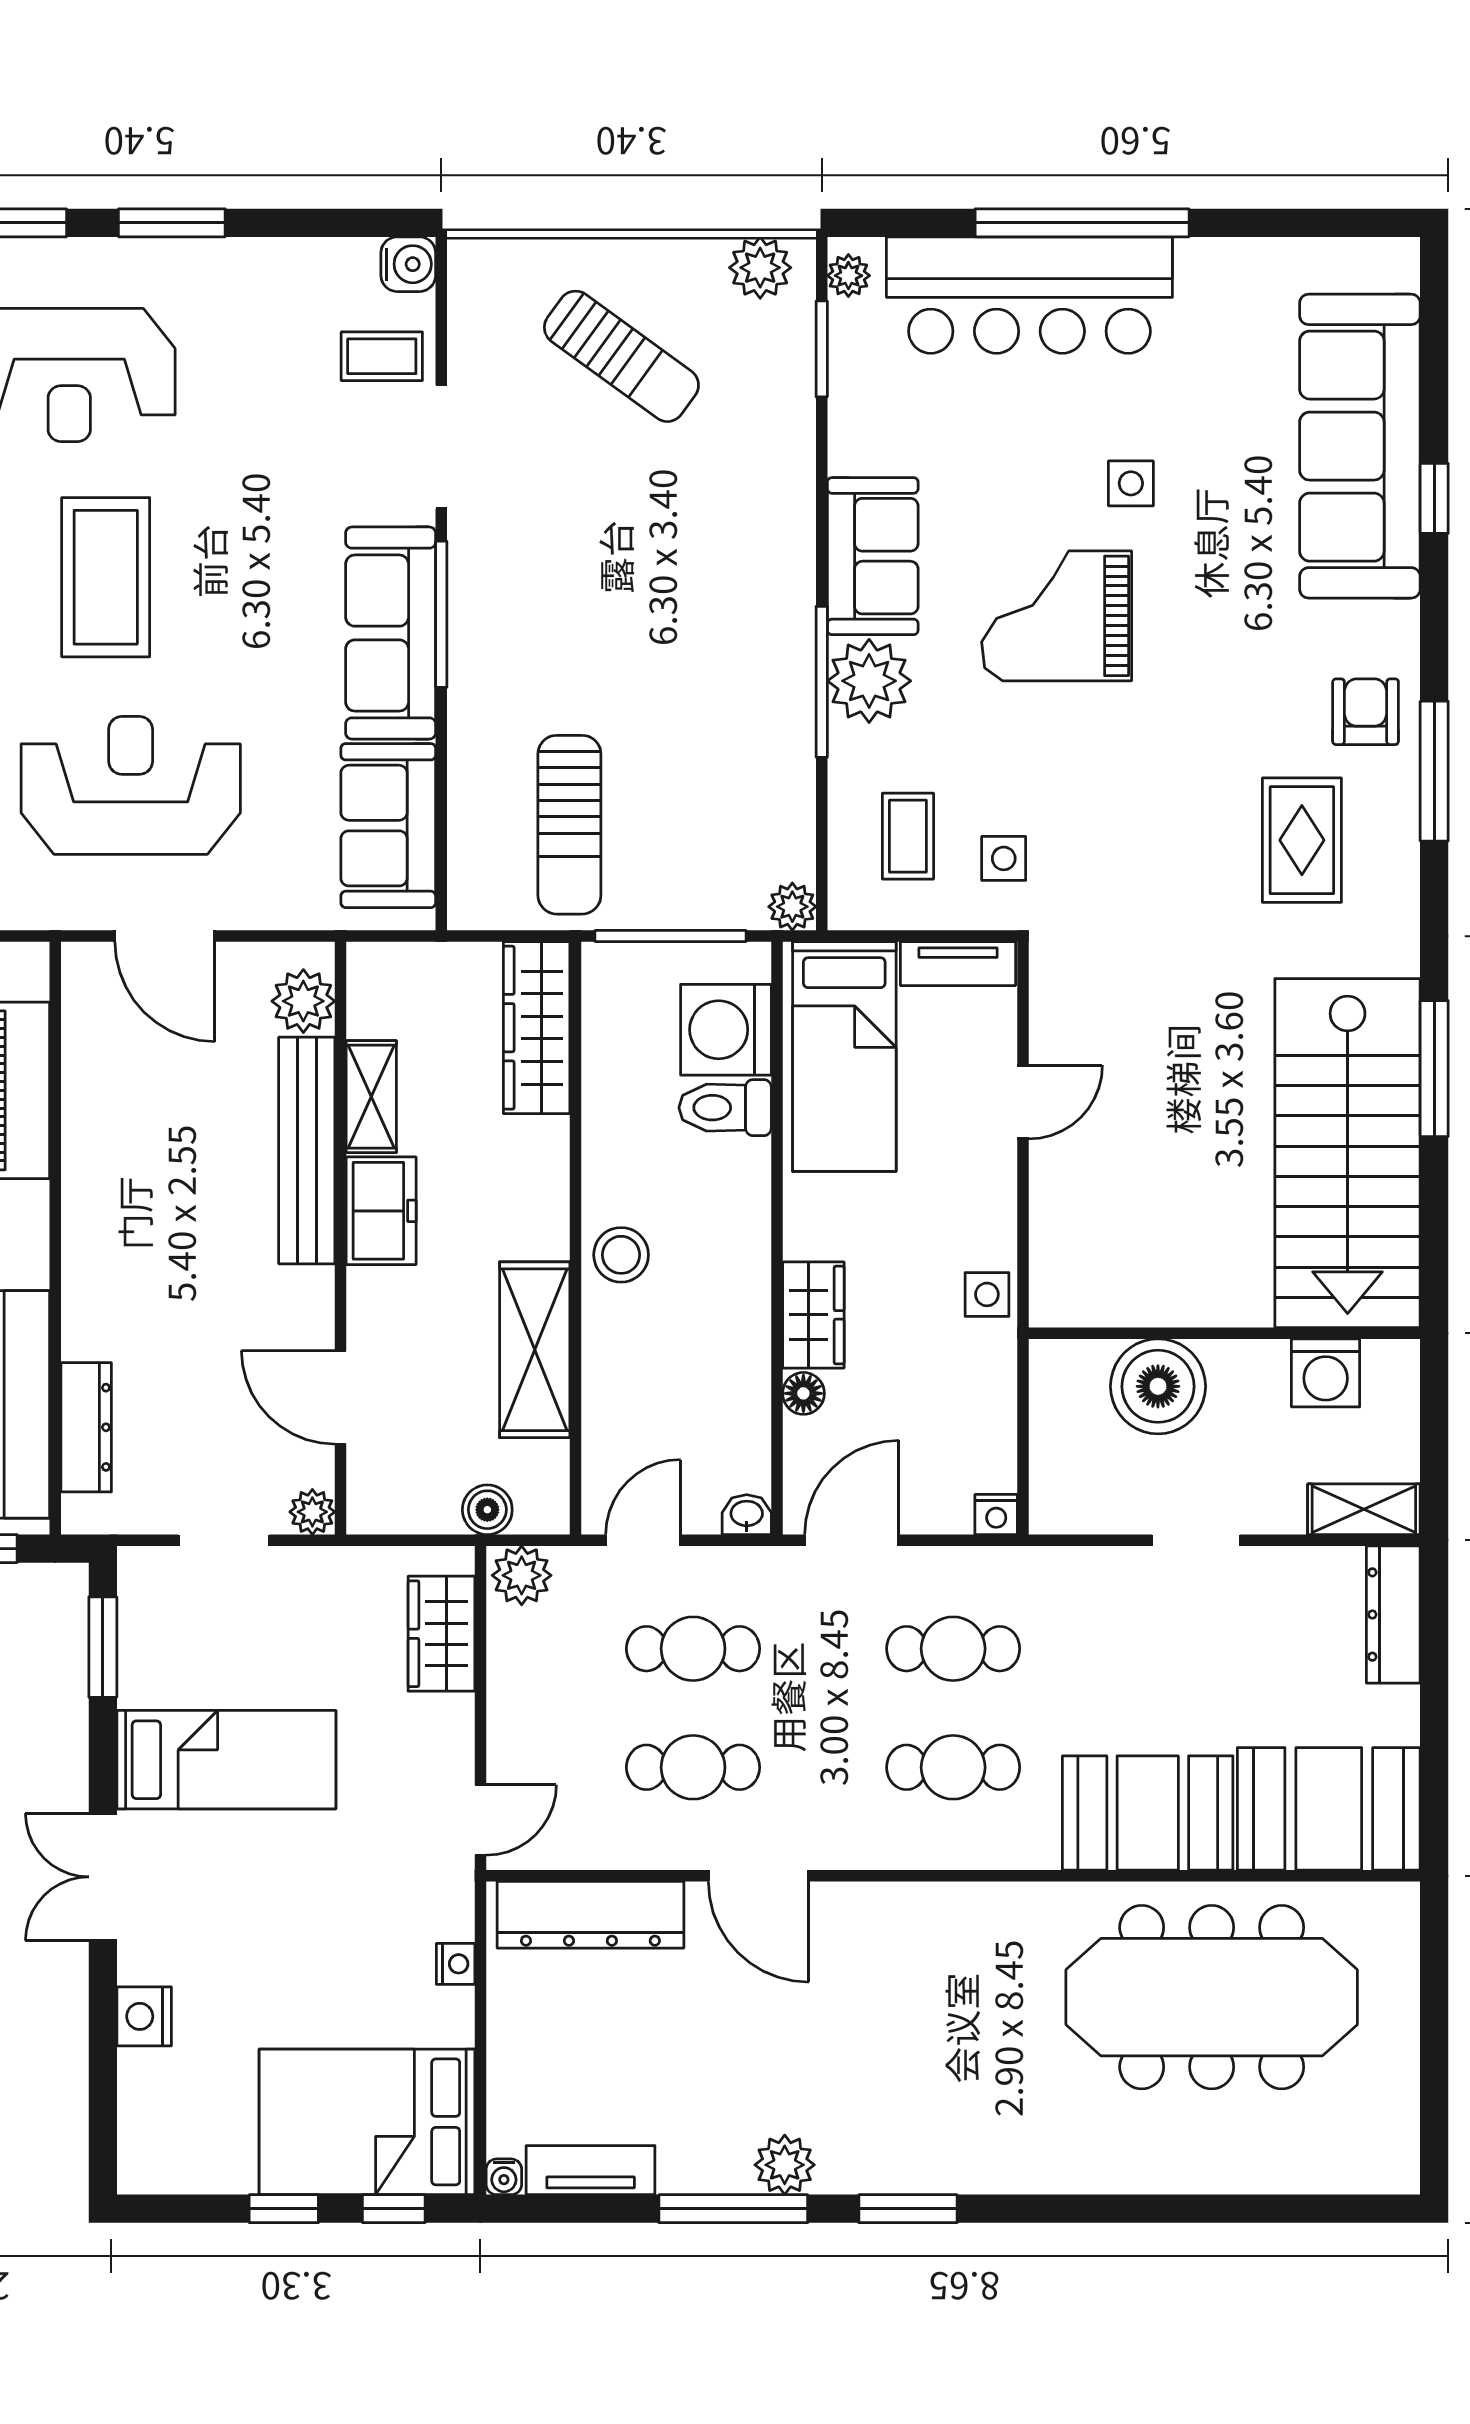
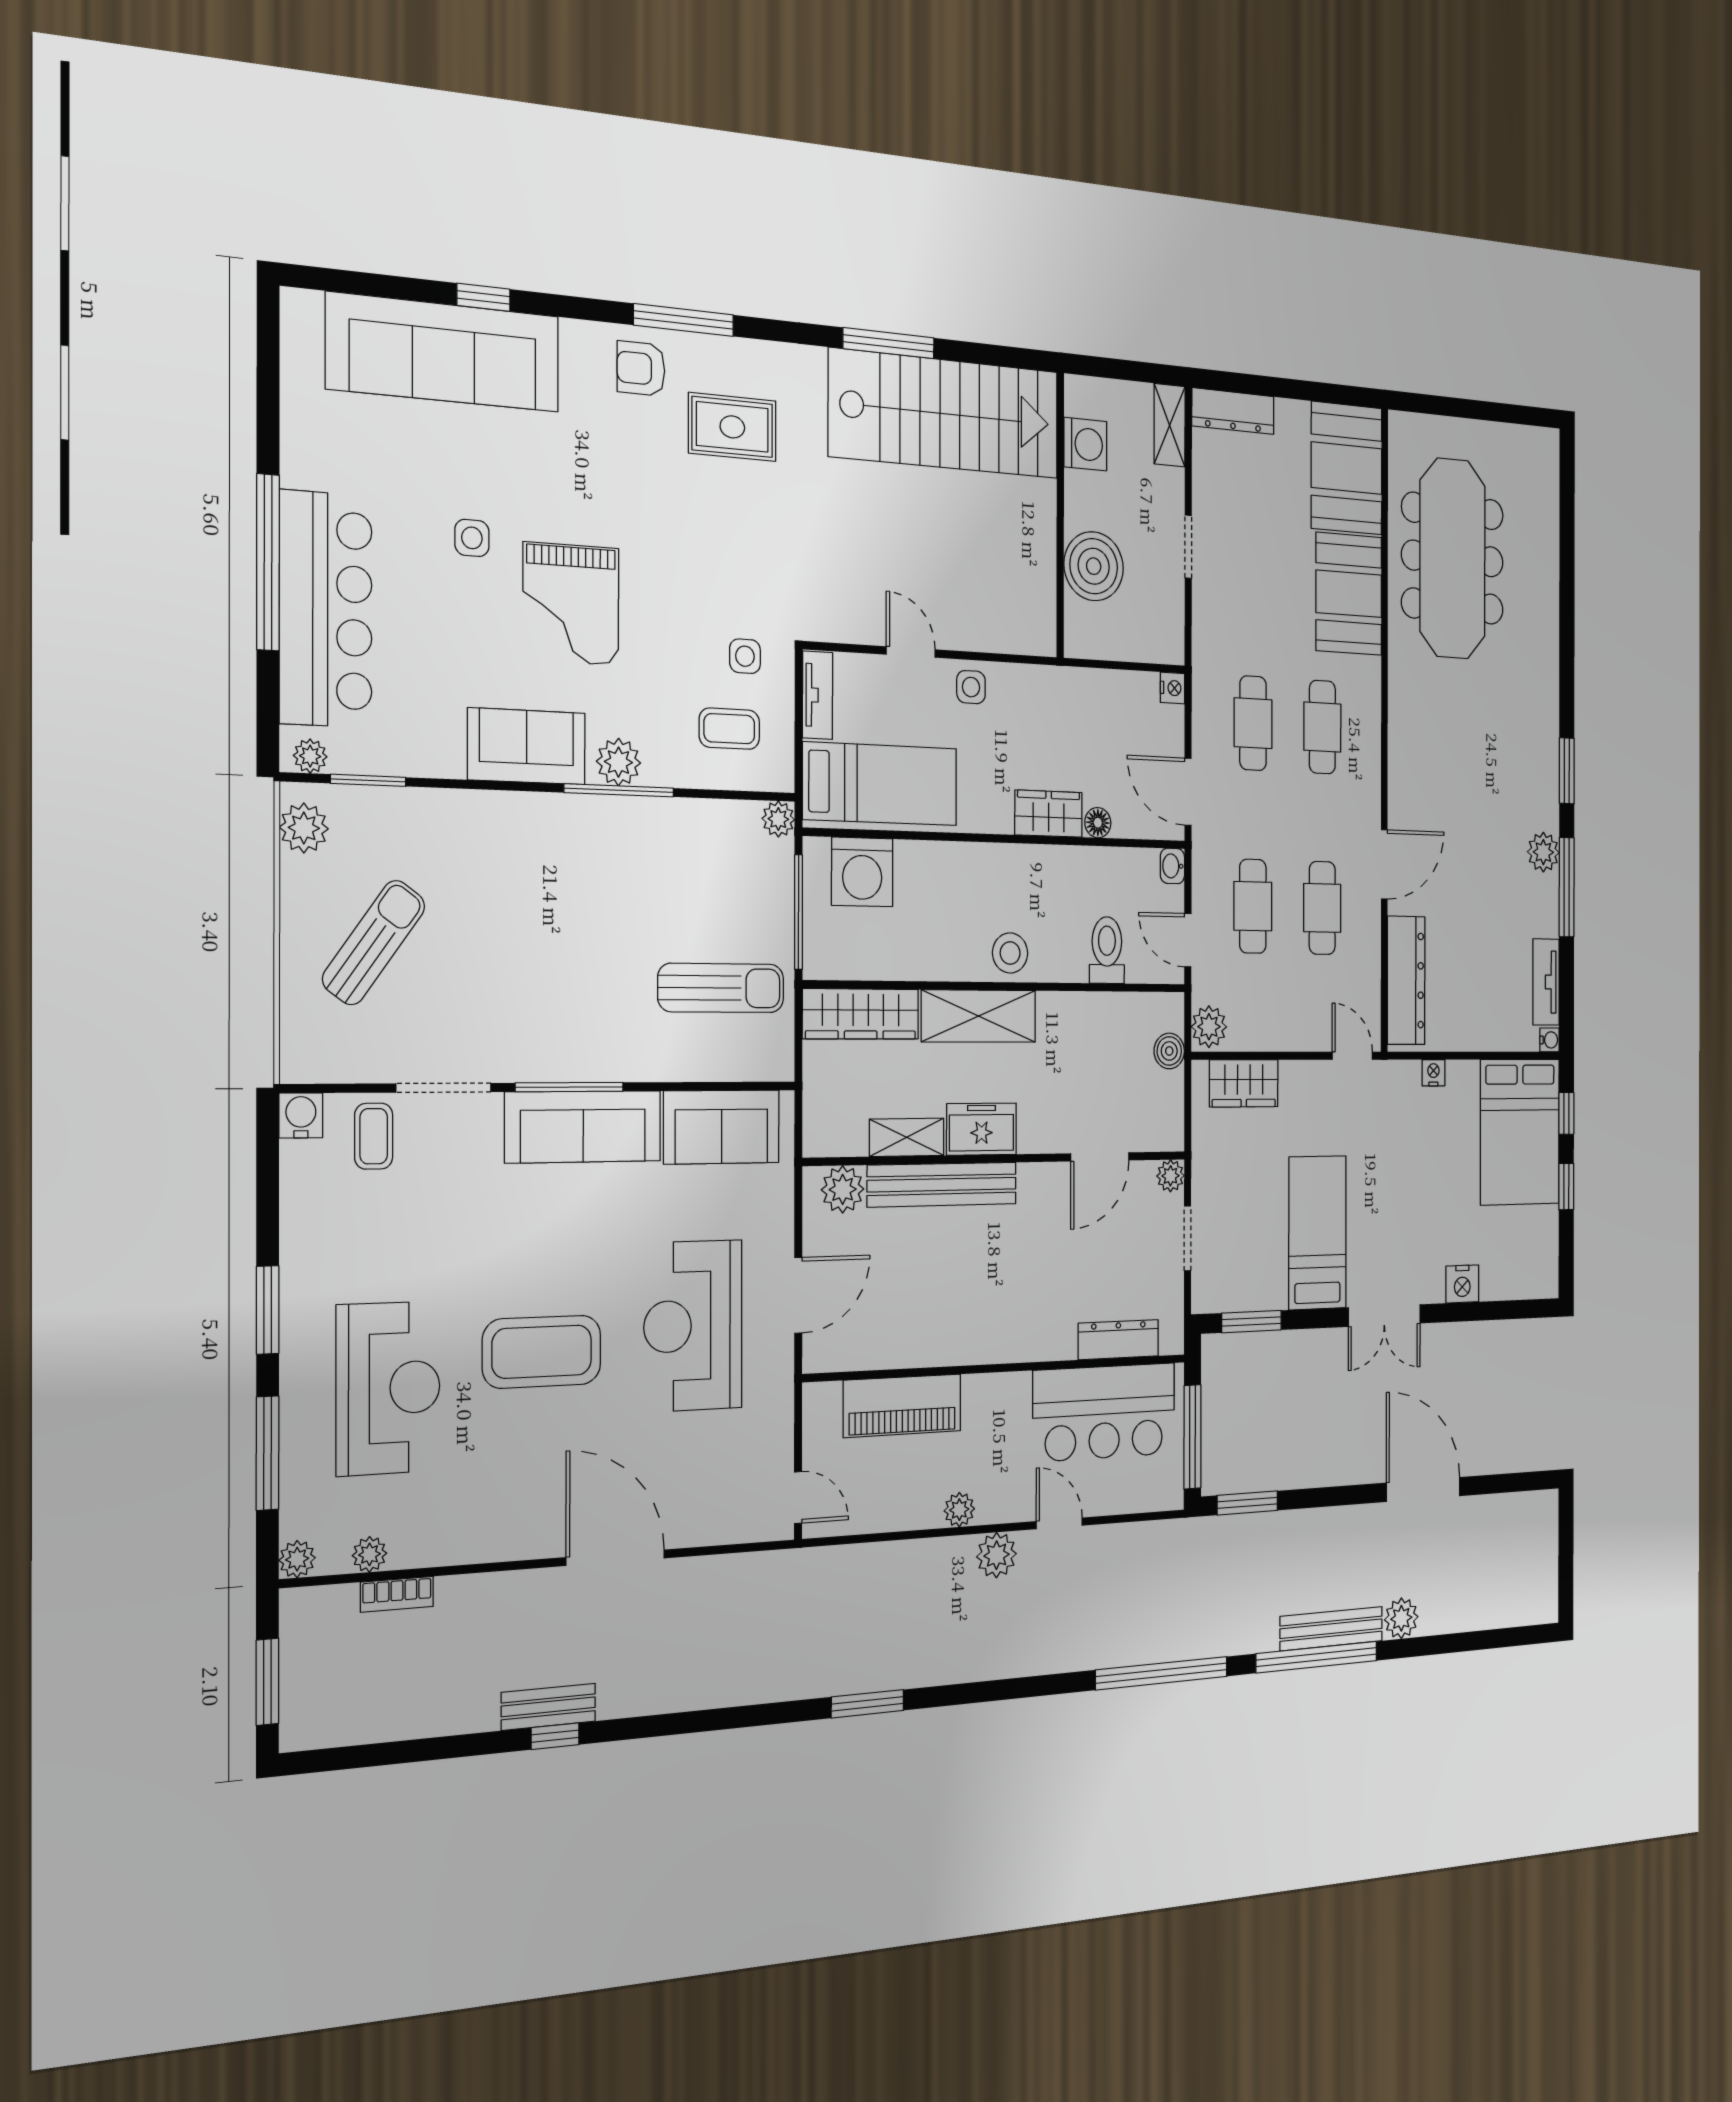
plant: (869, 681) -> (619, 762), width x0.73, depth x0.73
toilet: (725, 1108) -> (1107, 950), moved, turned 180
side table: (987, 1294) -> (971, 687), moved
shelving: (535, 1350) -> (979, 1016), moved

